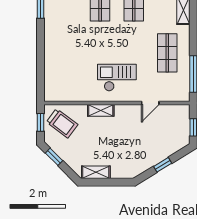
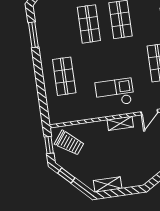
shop shelf: (67, 53) -> (64, 76), added
shelving: (101, 110) -> (120, 123), moved

